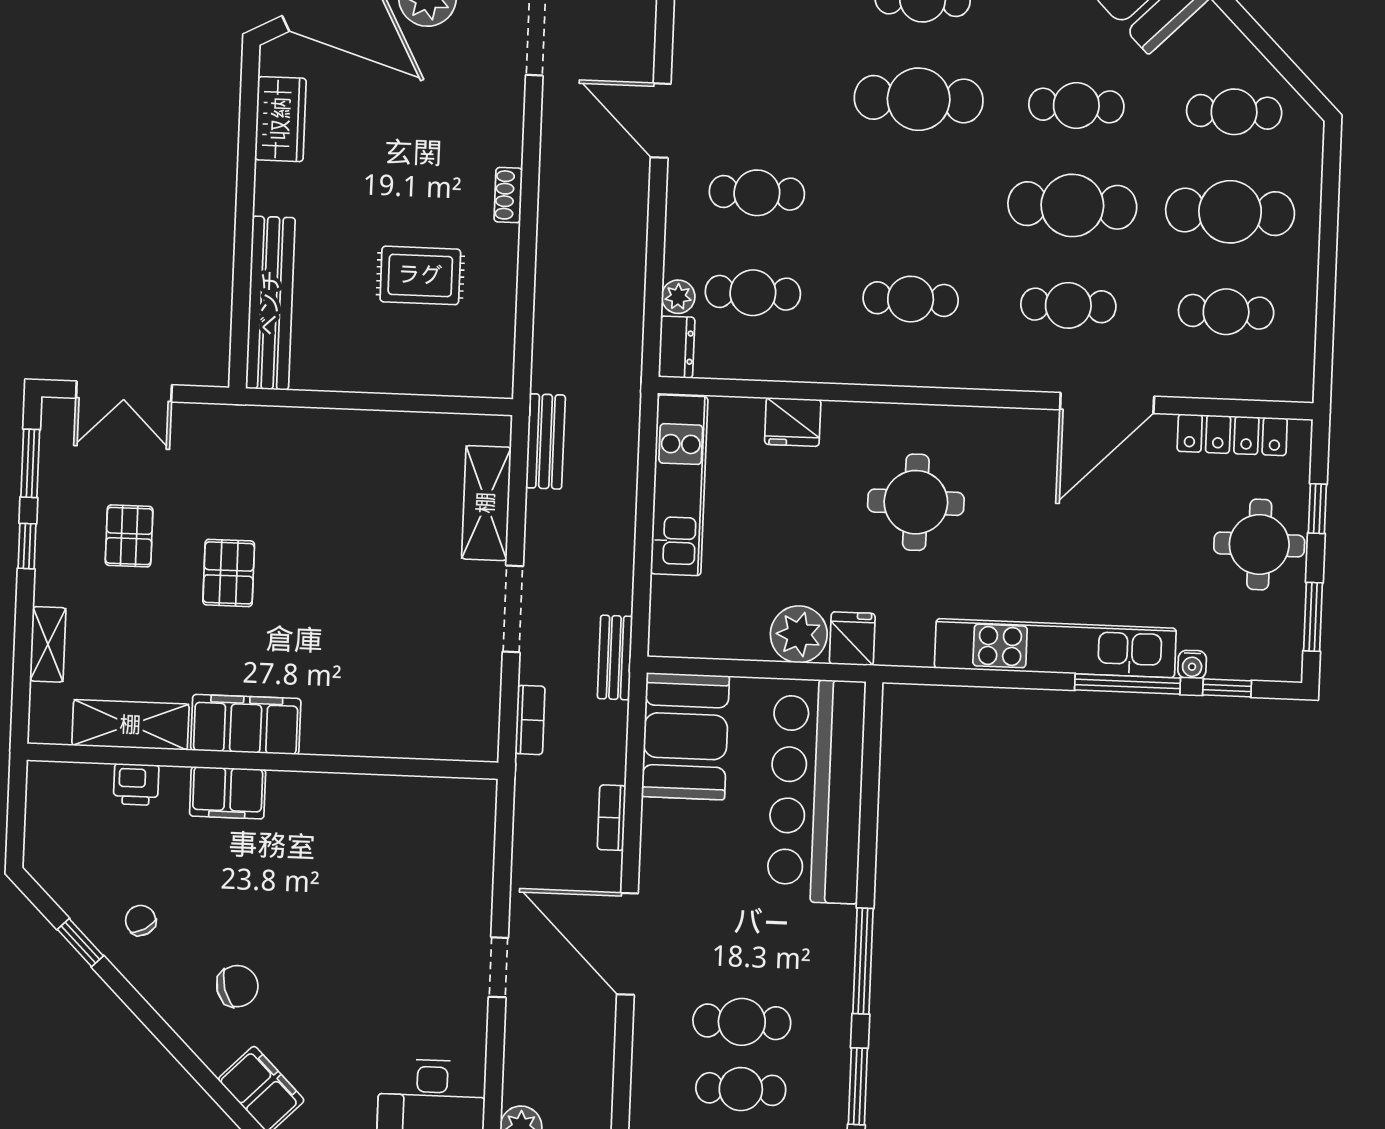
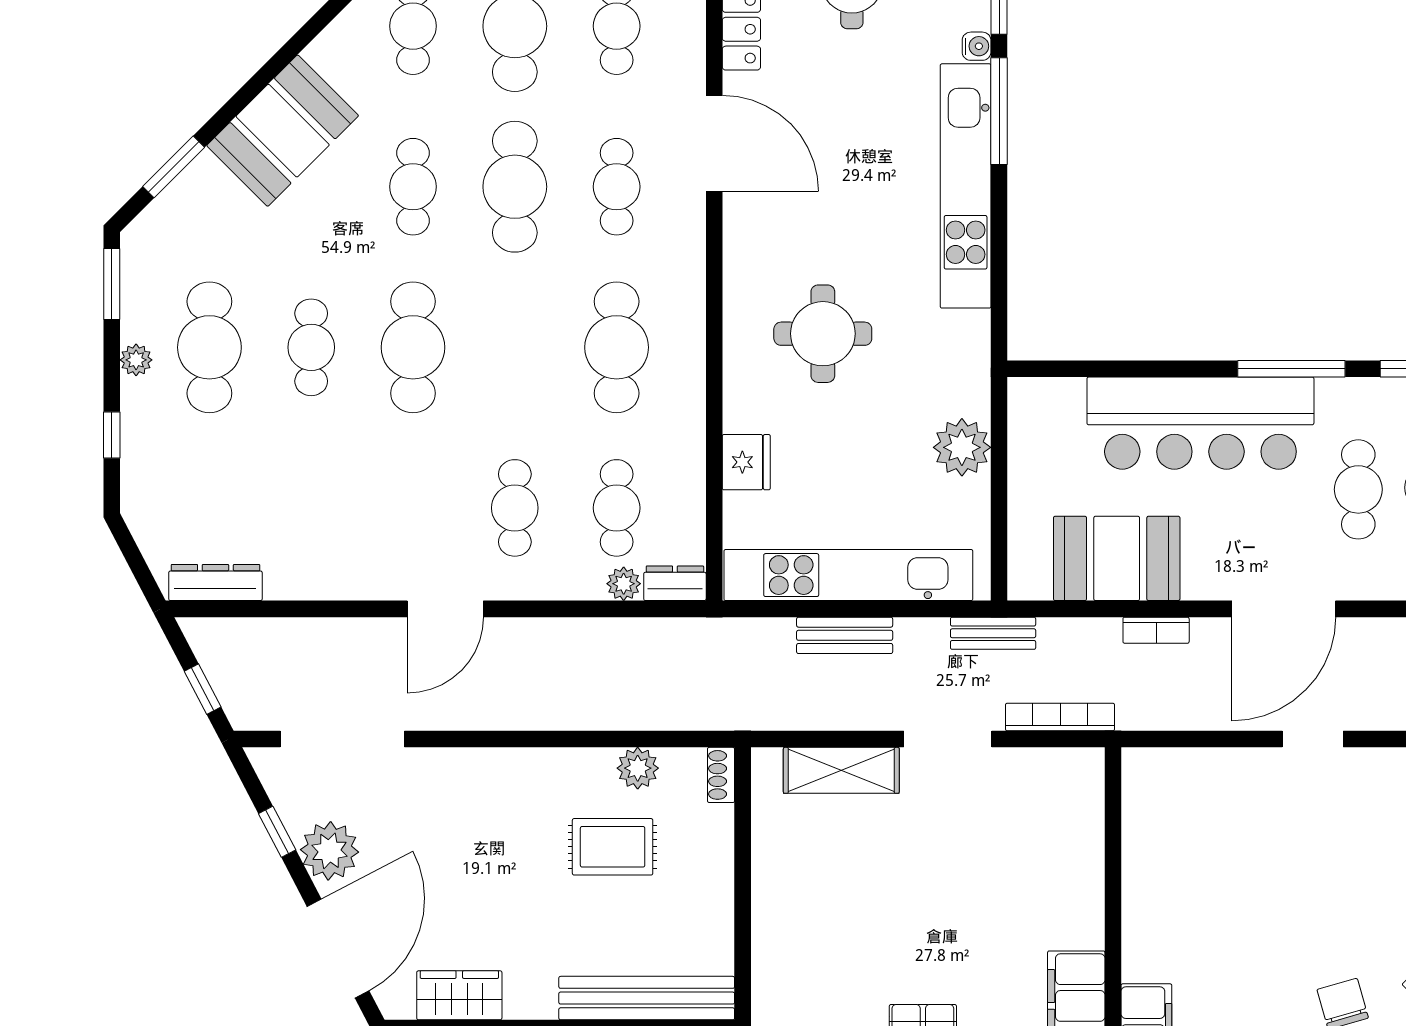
shoe rack: (508, 195) -> (721, 775), moved, turned 90
rug: (420, 275) -> (613, 847), turned 90
cafe table: (911, 299) -> (617, 347), width x1.37, depth x1.35
plant: (497, 303) -> (638, 768), added
bench: (546, 441) -> (845, 635), moved
kitchen unit: (679, 485) -> (848, 575), width x1.36
fridge: (852, 639) -> (964, 393), removed
bookcase: (530, 720) -> (1060, 717), width x1.56
booth: (685, 736) -> (1117, 558), moved
bar counter: (816, 791) -> (1200, 423), moved

